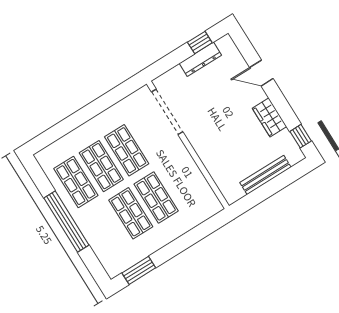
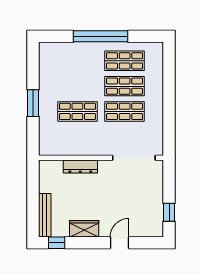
dresser: (200, 59) -> (80, 167), moved, turned -90
bench: (265, 175) -> (45, 215), moved
shop shelf: (131, 213) -> (77, 86), removed
window: (139, 270) -> (33, 103), moved

